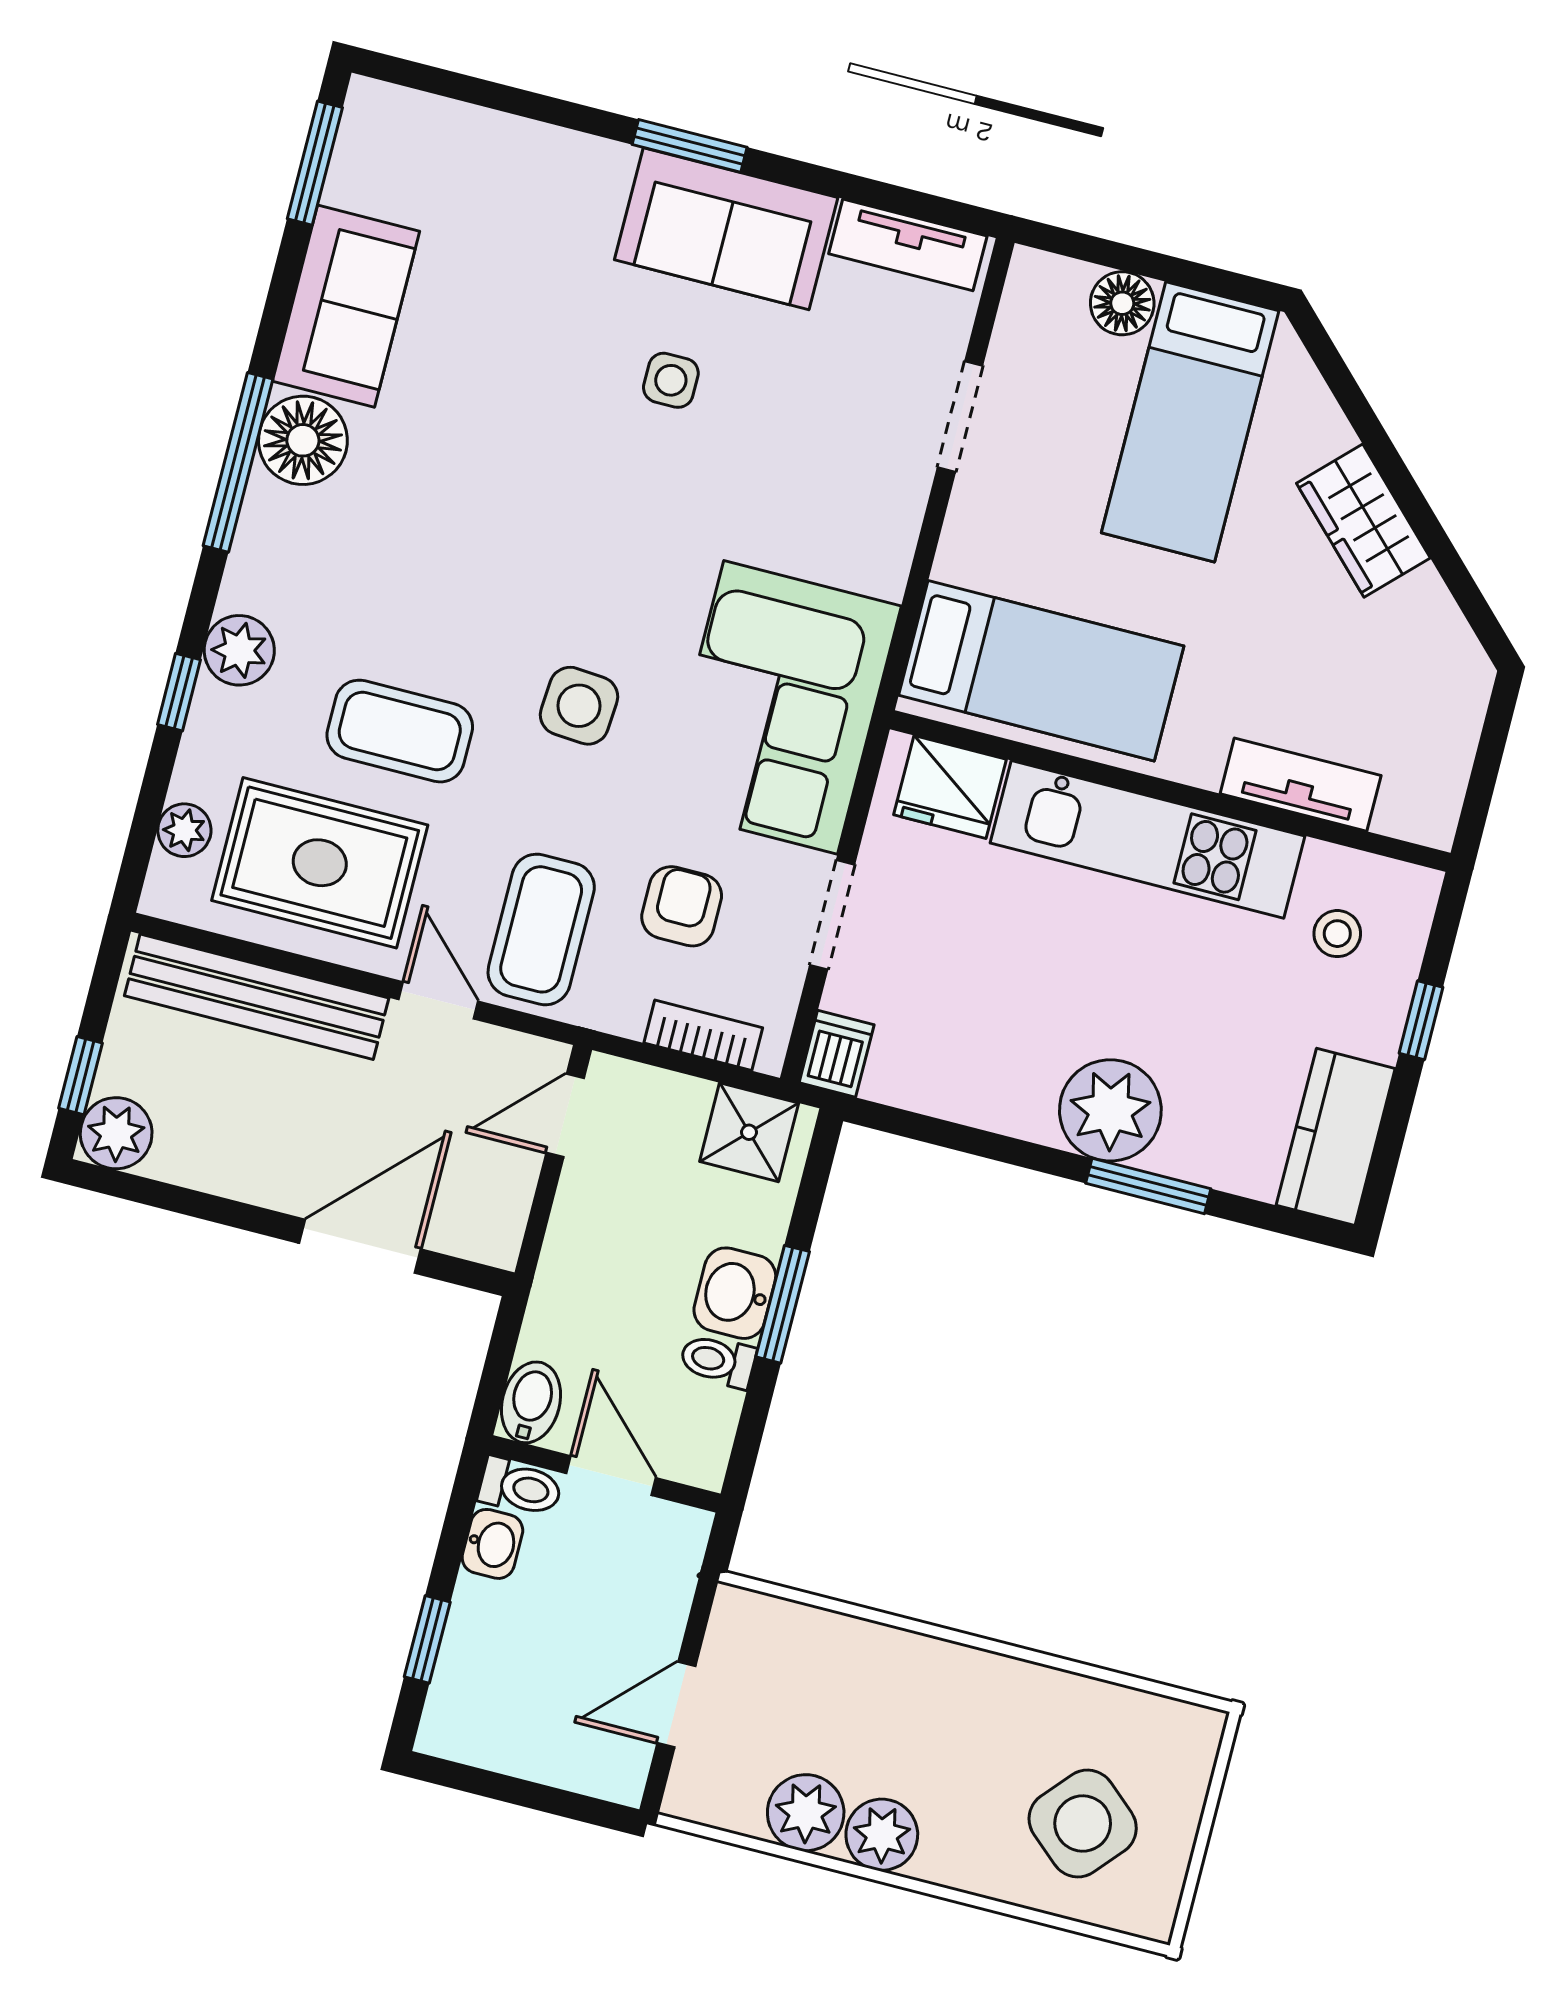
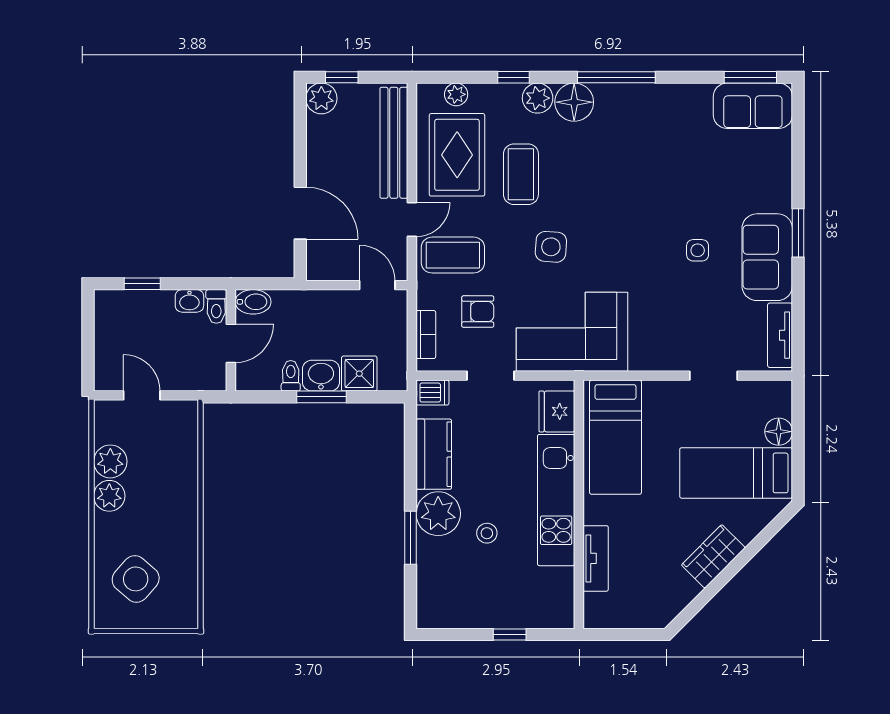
sofa: (346, 306) -> (753, 106), moved
floor lamp: (303, 440) -> (574, 102), moved
stool: (1337, 934) -> (487, 533), moved
shower: (749, 1132) -> (359, 374), moved
kitchen counter: (1336, 1137) -> (434, 454), moved, turned 90

